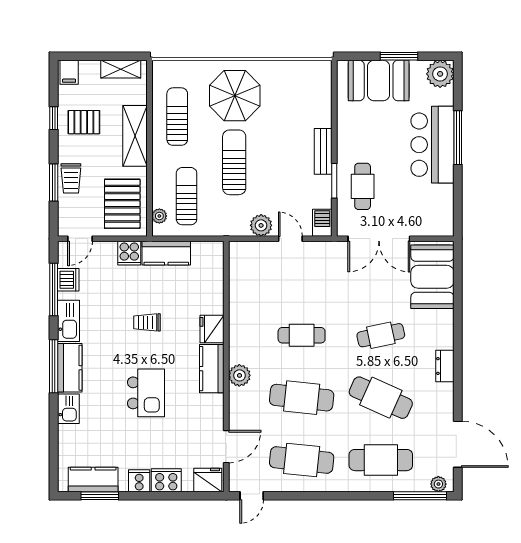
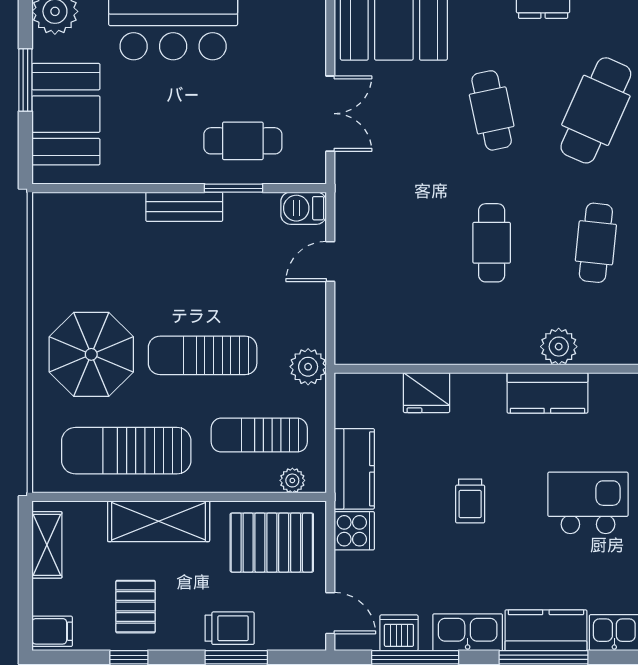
sun lounger: (177, 117) -> (126, 451), width x1.36, depth x1.34
plant: (261, 225) -> (308, 367), moved
double door: (379, 239) -> (330, 114), width x0.73
fridge: (212, 329) -> (427, 393), moved
cafe table: (302, 398) -> (596, 243), width x0.73, depth x0.74

